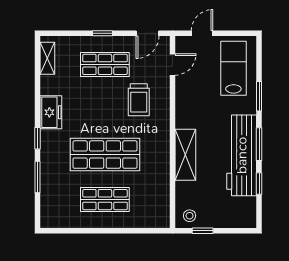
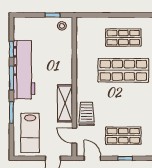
door: (148, 33) -> (92, 158), hinge flipped
door: (173, 64) -> (74, 136), hinge flipped
trolley: (139, 100) -> (87, 114), moved
shelving: (185, 155) -> (65, 103), moved

